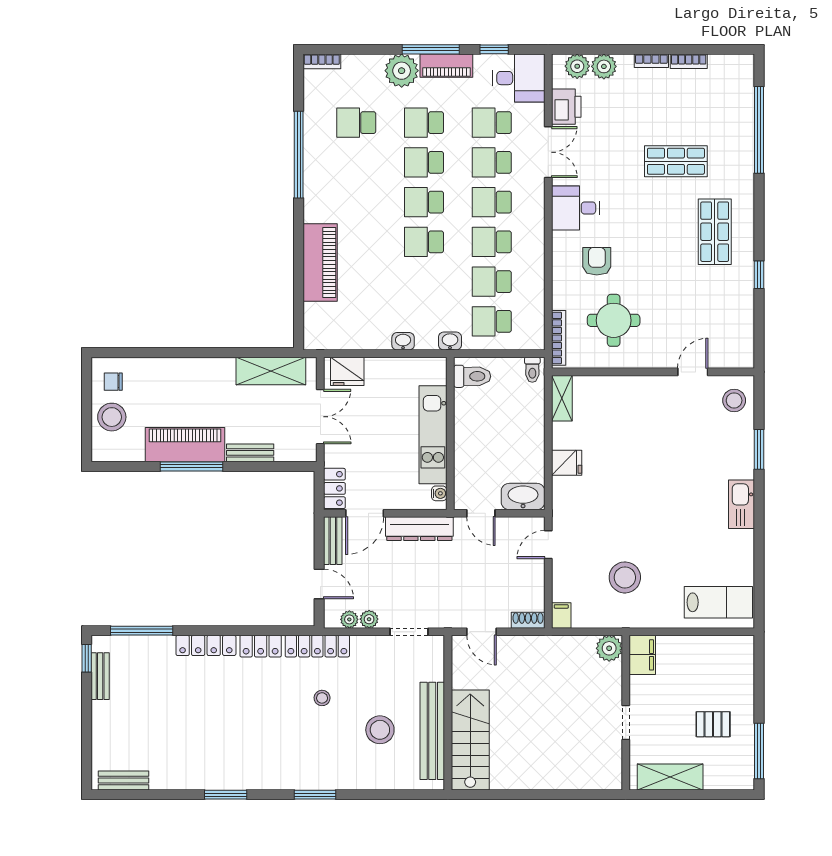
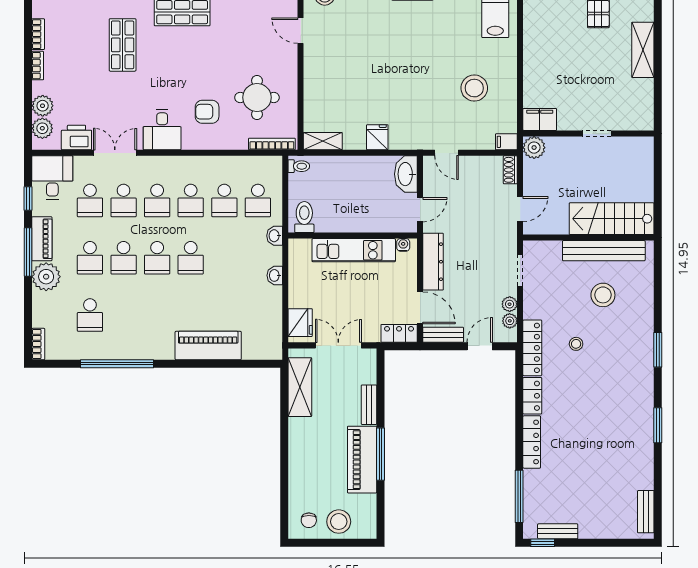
plant: (609, 648) -> (534, 148), moved
filing cabinet: (642, 655) -> (540, 120), moved
wall: (626, 713) -> (588, 134), moved
doorway: (626, 722) -> (597, 134), moved

